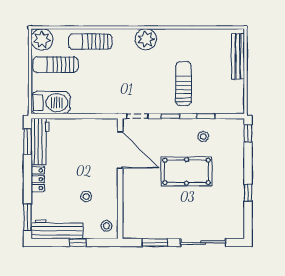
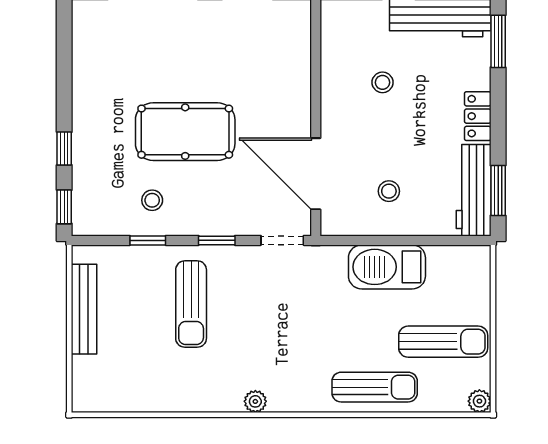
plant: (42, 39) -> (479, 401), width x0.53, depth x0.53
plant: (146, 39) -> (255, 401), width x0.53, depth x0.53
bench: (238, 56) -> (84, 309), moved
barbecue: (51, 103) -> (387, 267), moved
window: (248, 193) -> (64, 149), moved
stool: (107, 226) -> (389, 191), moved

